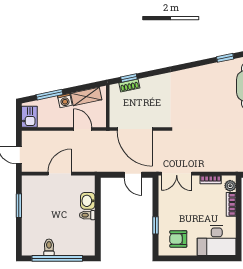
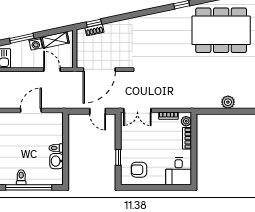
door: (135, 129) -> (99, 70), hinge flipped
washbasin: (88, 201) -> (57, 161), moved
desk: (217, 241) -> (179, 171), width x0.73

